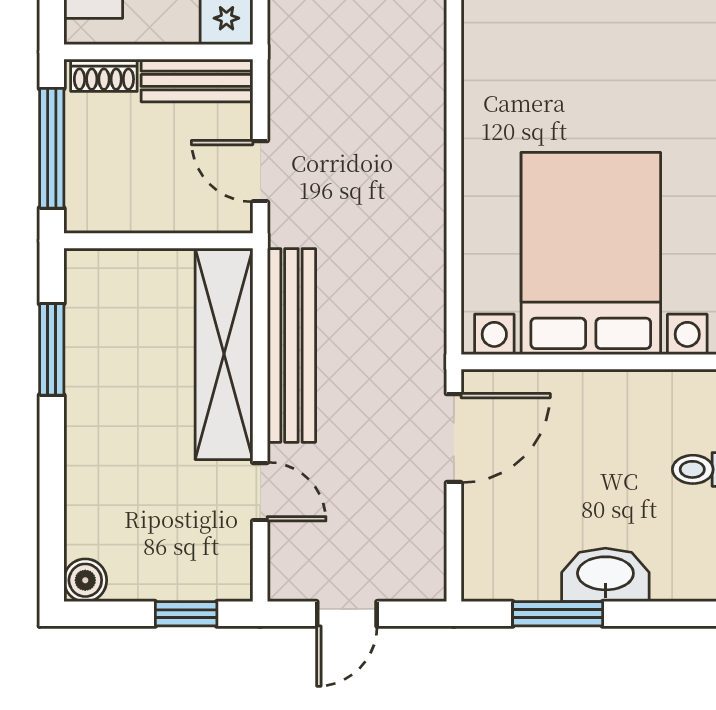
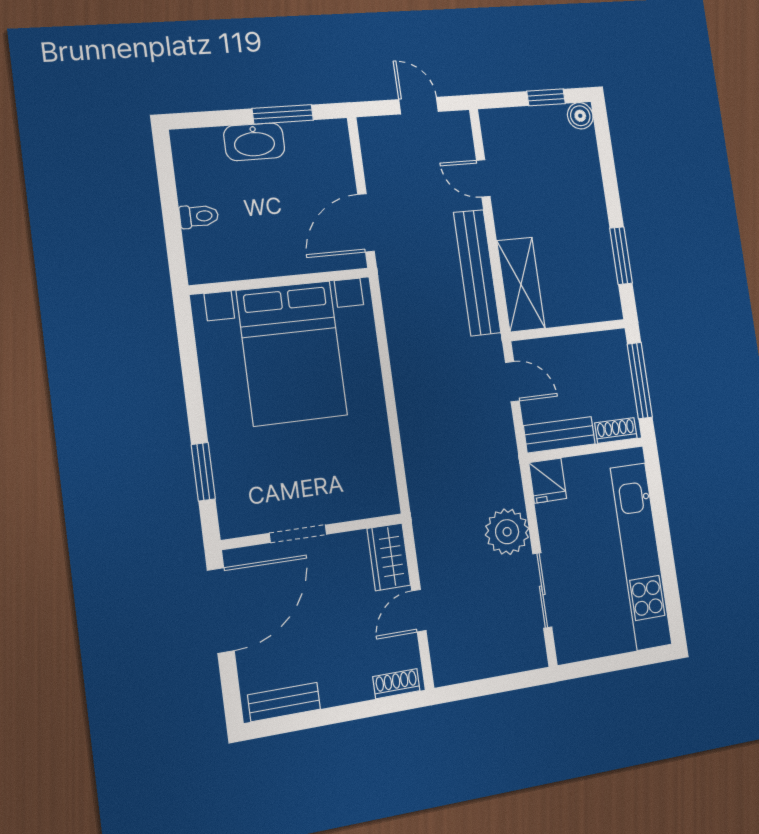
shelving: (224, 354) -> (521, 284), width x0.68
window: (186, 614) -> (546, 97), moved
door: (347, 614) -> (419, 106), hinge flipped

